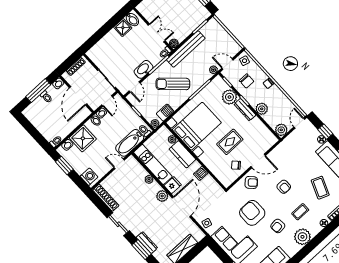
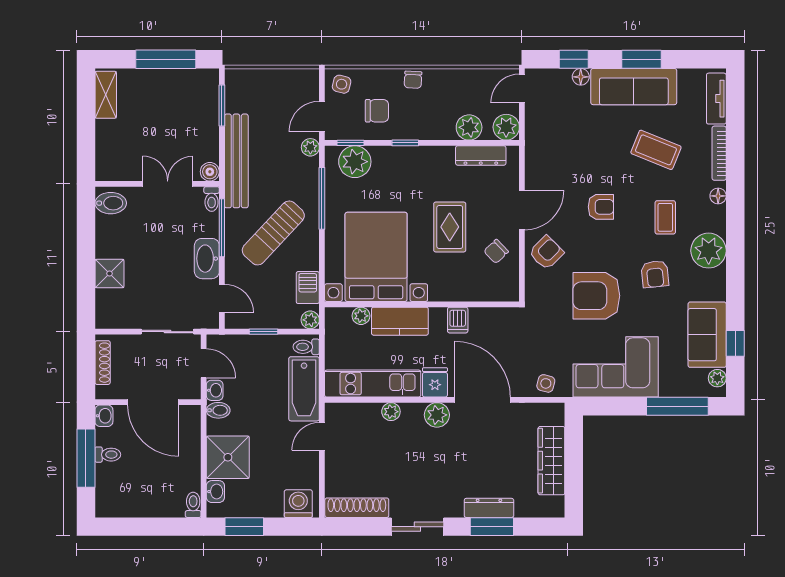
shower: (123, 28) -> (109, 274), moved
plant: (229, 97) -> (355, 162), moved
plant: (262, 109) -> (469, 127), moved
dresser: (245, 110) -> (481, 155), moved
door: (299, 123) -> (522, 88), hinge flipped

